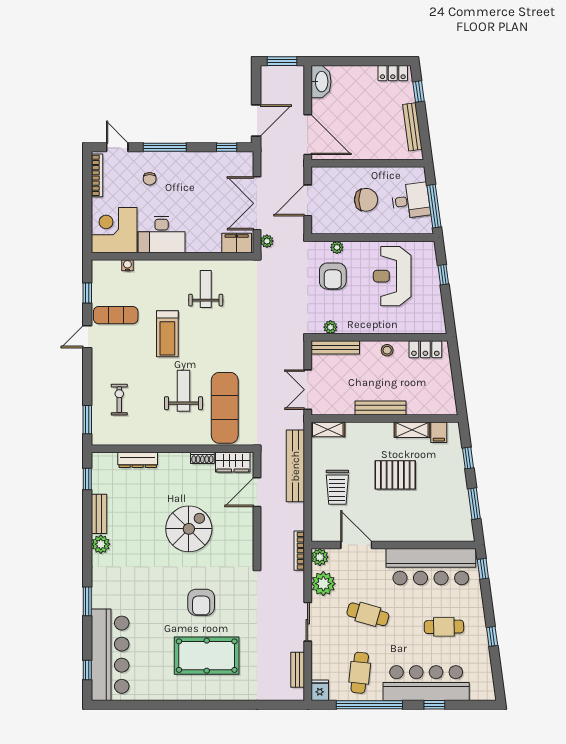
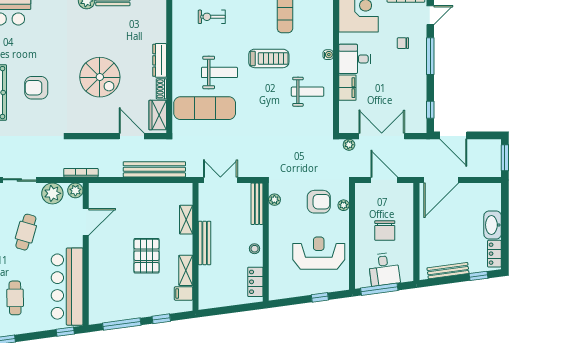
washbasin: (321, 82) -> (493, 225), moved, turned 90
desk: (162, 235) -> (355, 59), width x0.73
filing cabinet: (237, 243) -> (347, 88), moved
water cooler: (127, 265) -> (328, 55), moved
armchair: (333, 276) -> (319, 202), turned 180
treadmill: (167, 334) -> (269, 58), turned 180
exercise bike: (119, 400) -> (212, 17), turned 180
shelving: (328, 429) -> (186, 220), moved
dresser: (138, 460) -> (160, 60), moved
trolley: (337, 487) -> (136, 206), removed
window: (474, 504) -> (122, 324), width x1.44

